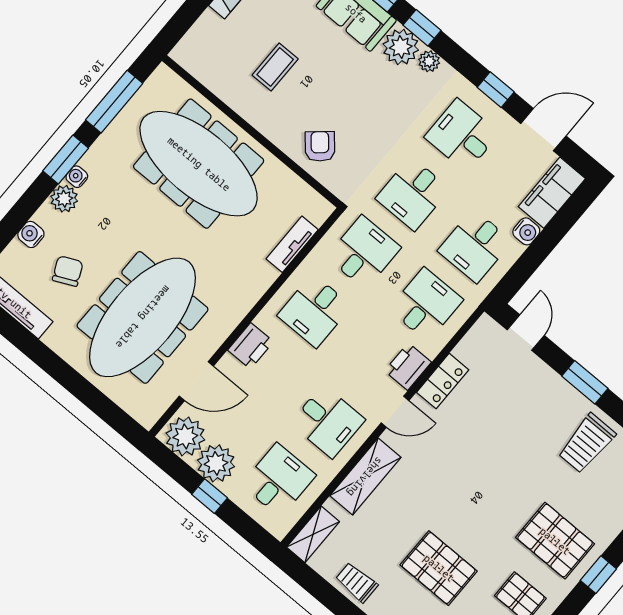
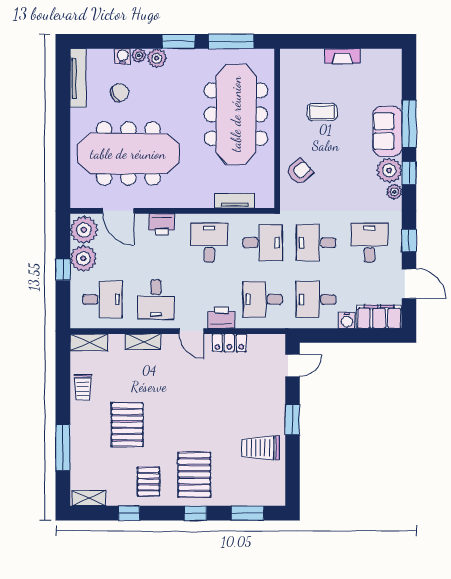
water cooler: (77, 177) -> (174, 55), removed
plant: (45, 216) -> (139, 55), added
desk: (426, 305) -> (263, 299), turned 180
desk: (315, 311) -> (209, 243), turned 90
shelving: (365, 477) -> (143, 342), width x0.67, depth x0.75
trolley: (357, 582) -> (83, 387), turned 180

